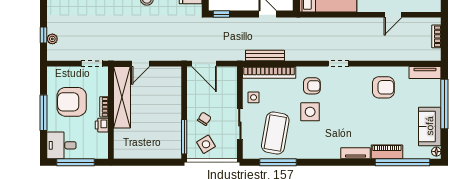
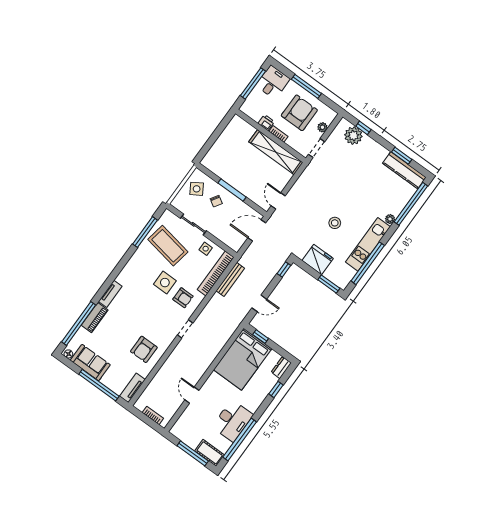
plant: (52, 39) -> (353, 136), width x1.87, depth x1.87
door: (141, 64) -> (278, 201), moved
plant: (70, 72) -> (322, 127), added
armchair: (312, 86) -> (183, 298), turned -90
window: (184, 137) -> (232, 190), moved

